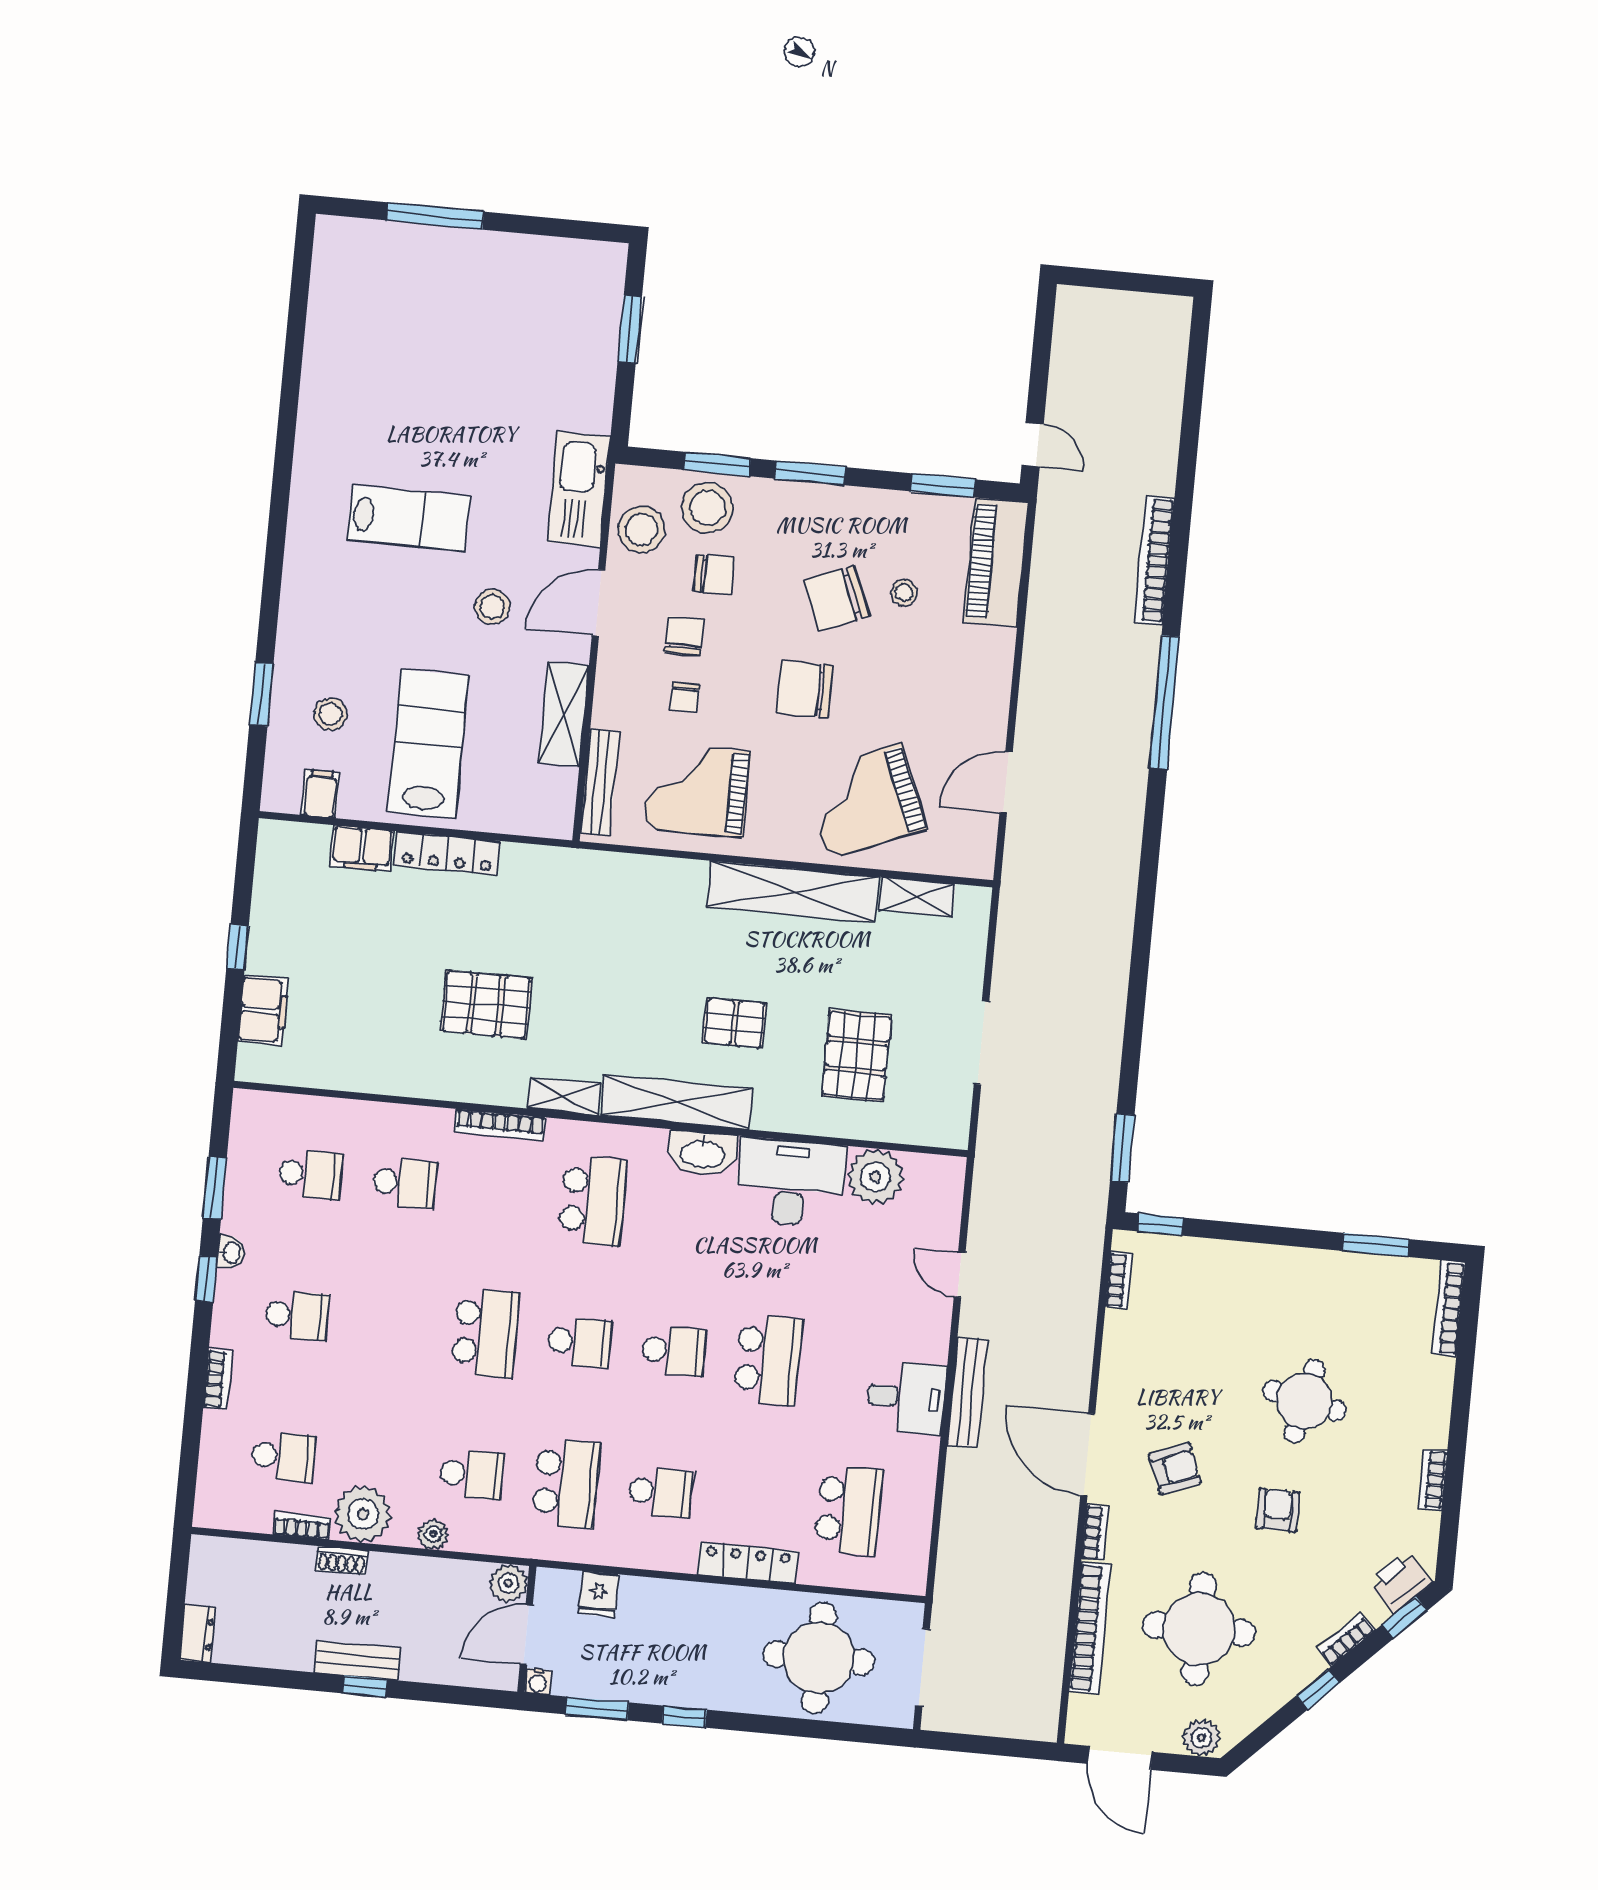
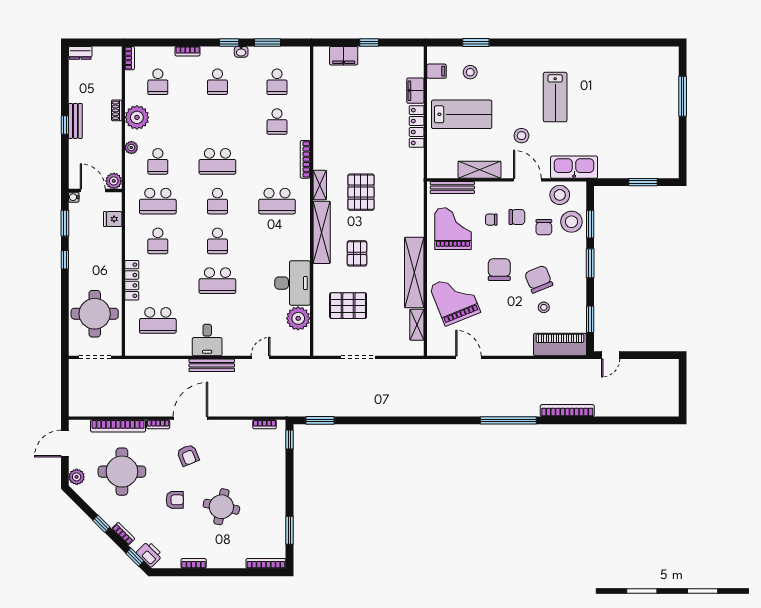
pallet: (486, 1005) -> (361, 192), moved
washbasin: (703, 1153) -> (301, 245), removed
bookcase: (302, 1526) -> (130, 58), moved

